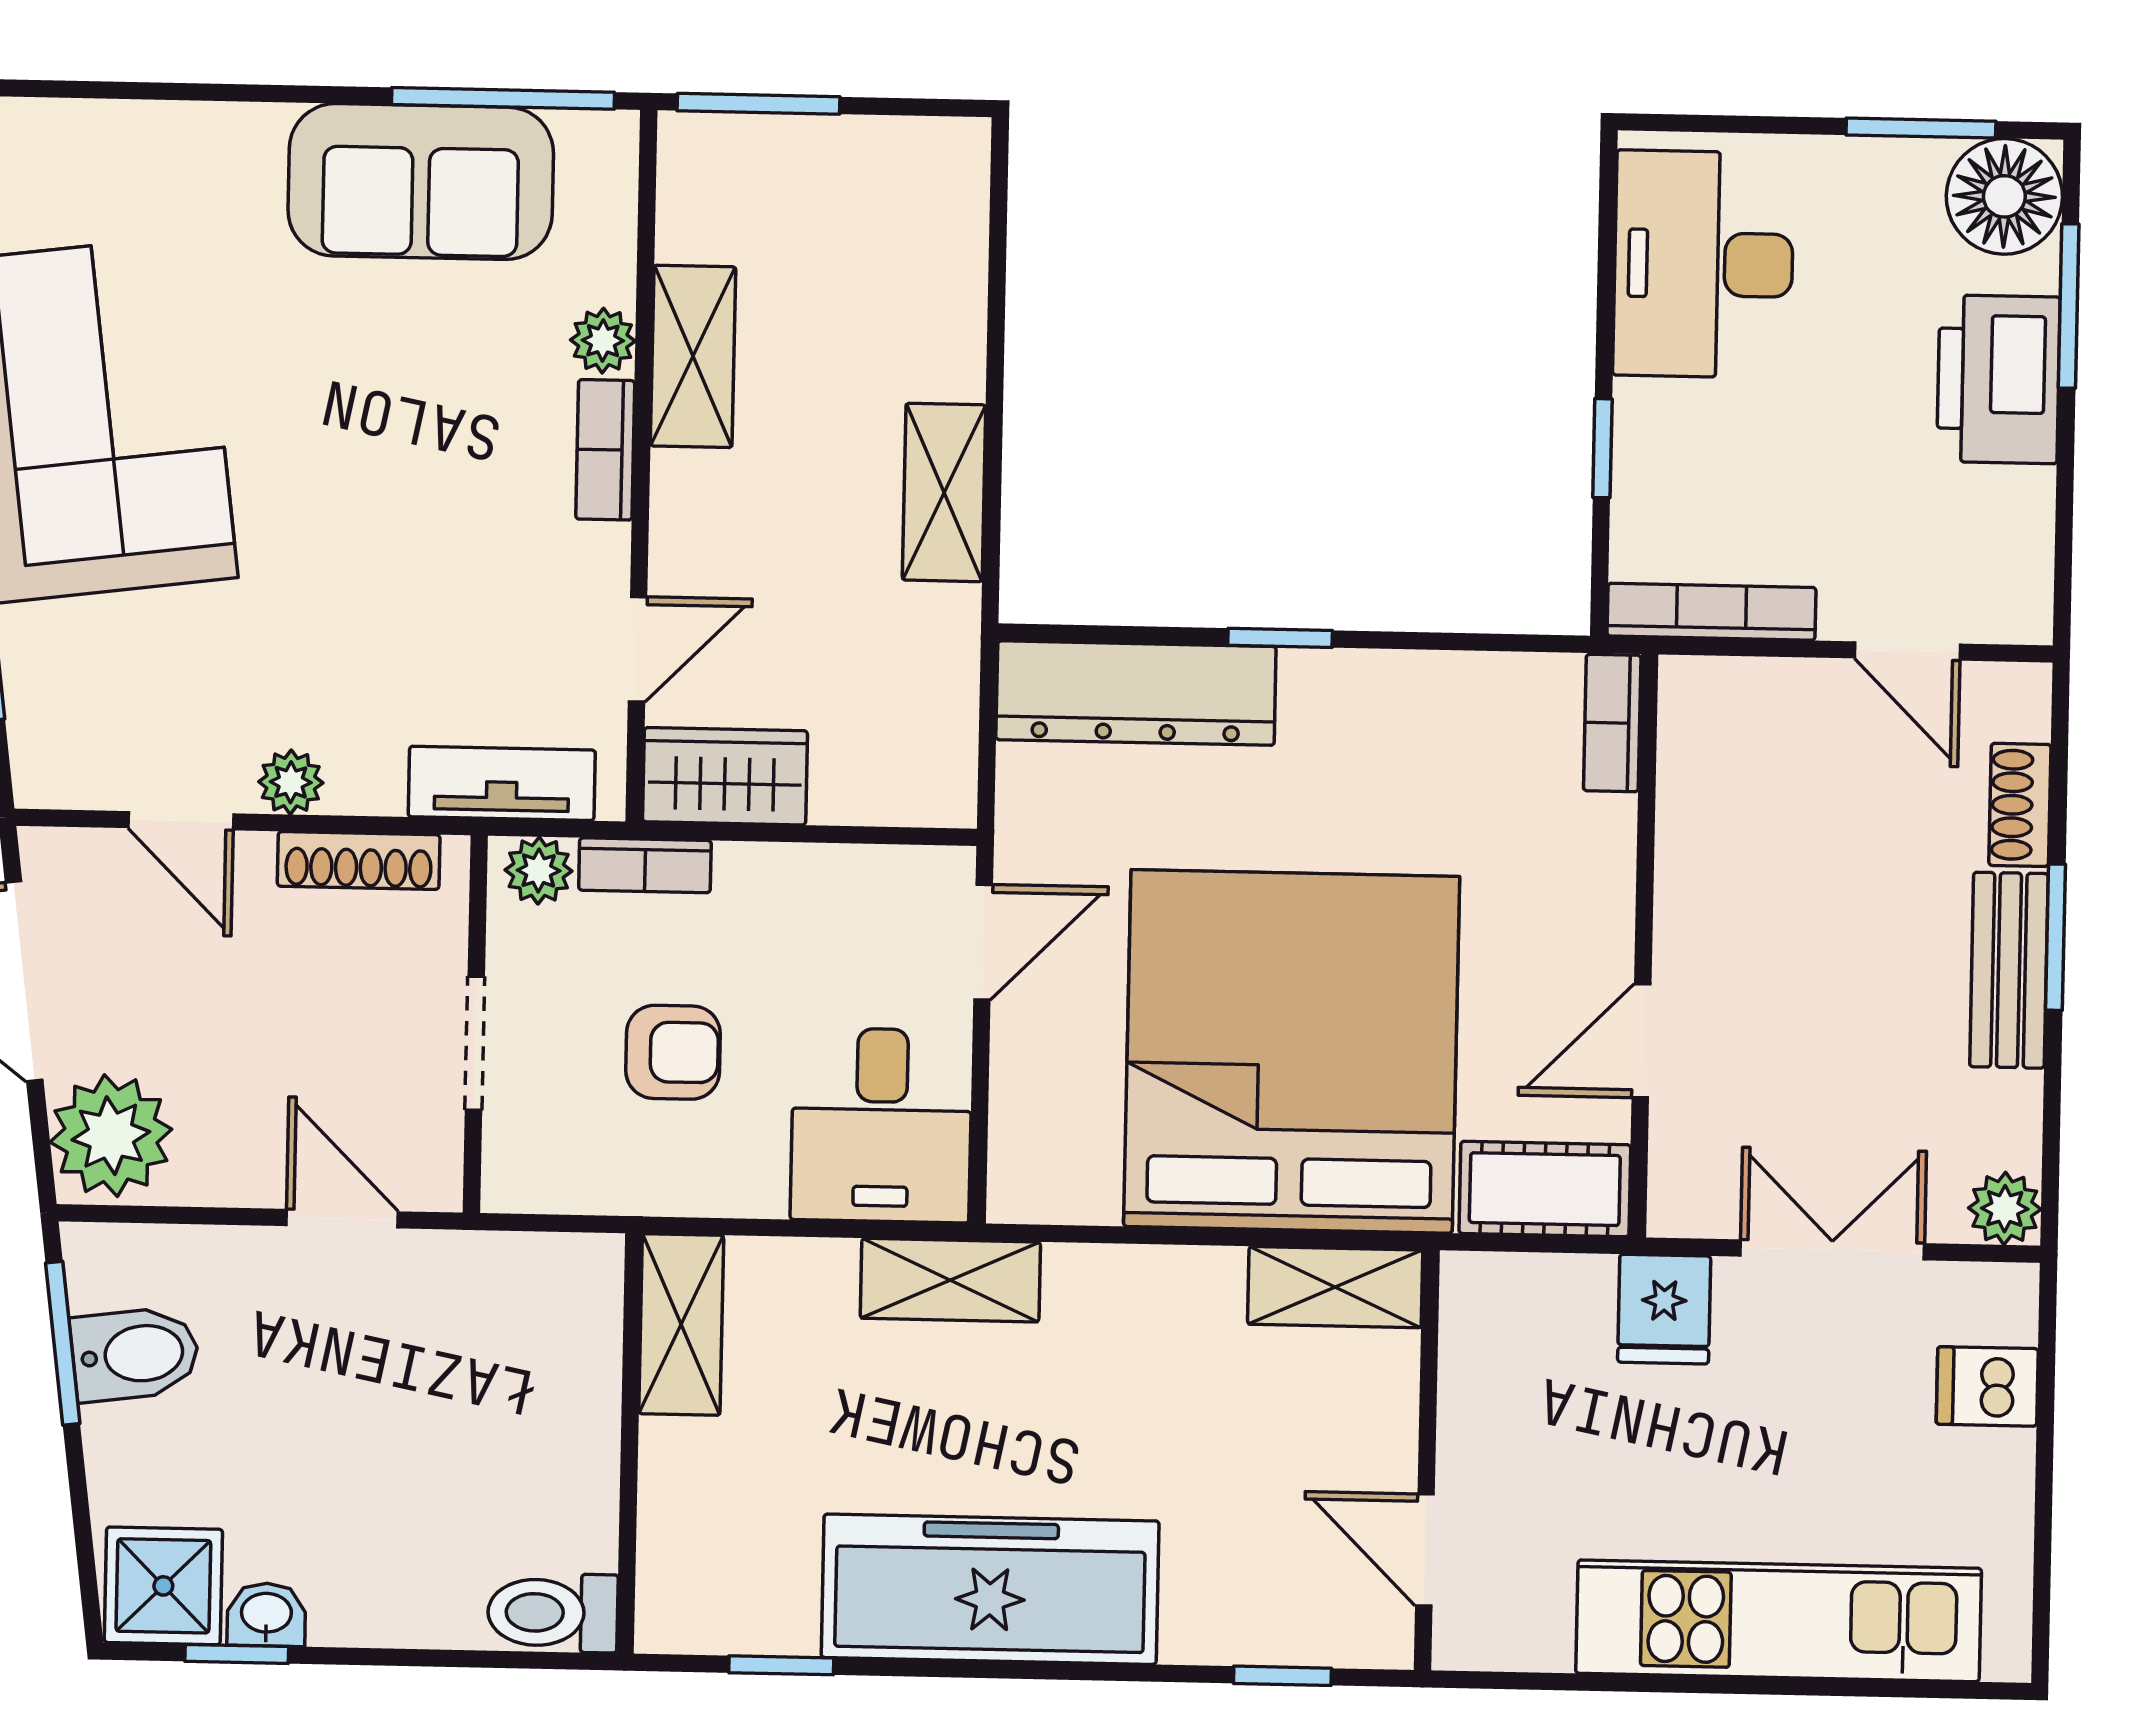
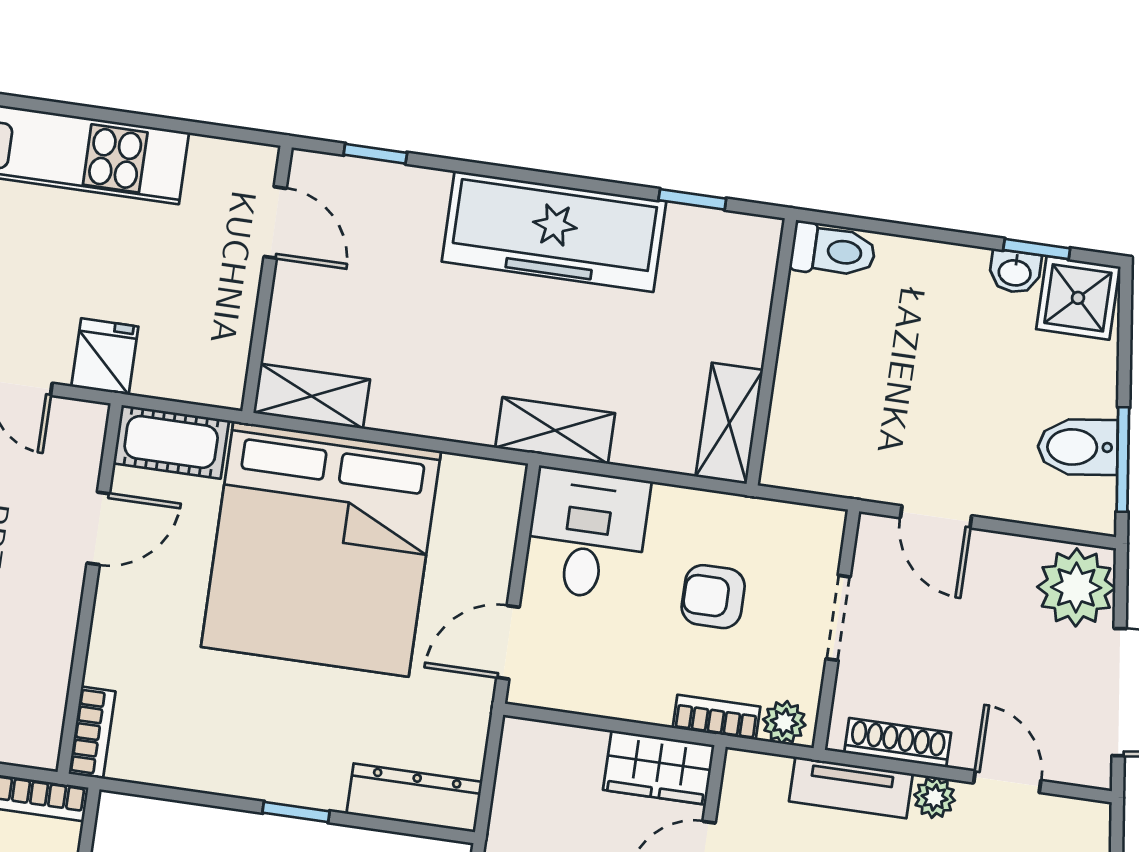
dresser: (1136, 693) -> (414, 798), width x0.73, depth x0.80
tv unit: (502, 783) -> (851, 788), moved

